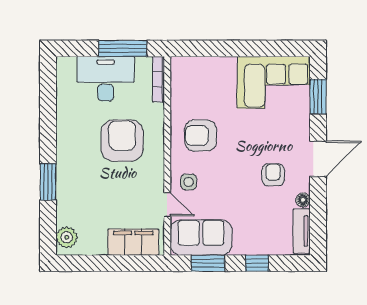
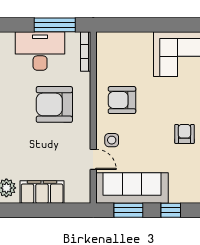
armchair: (122, 141) -> (54, 104), turned -90
sofa: (201, 238) -> (132, 188), width x1.36
filing cabinet: (133, 242) -> (42, 192), moved

